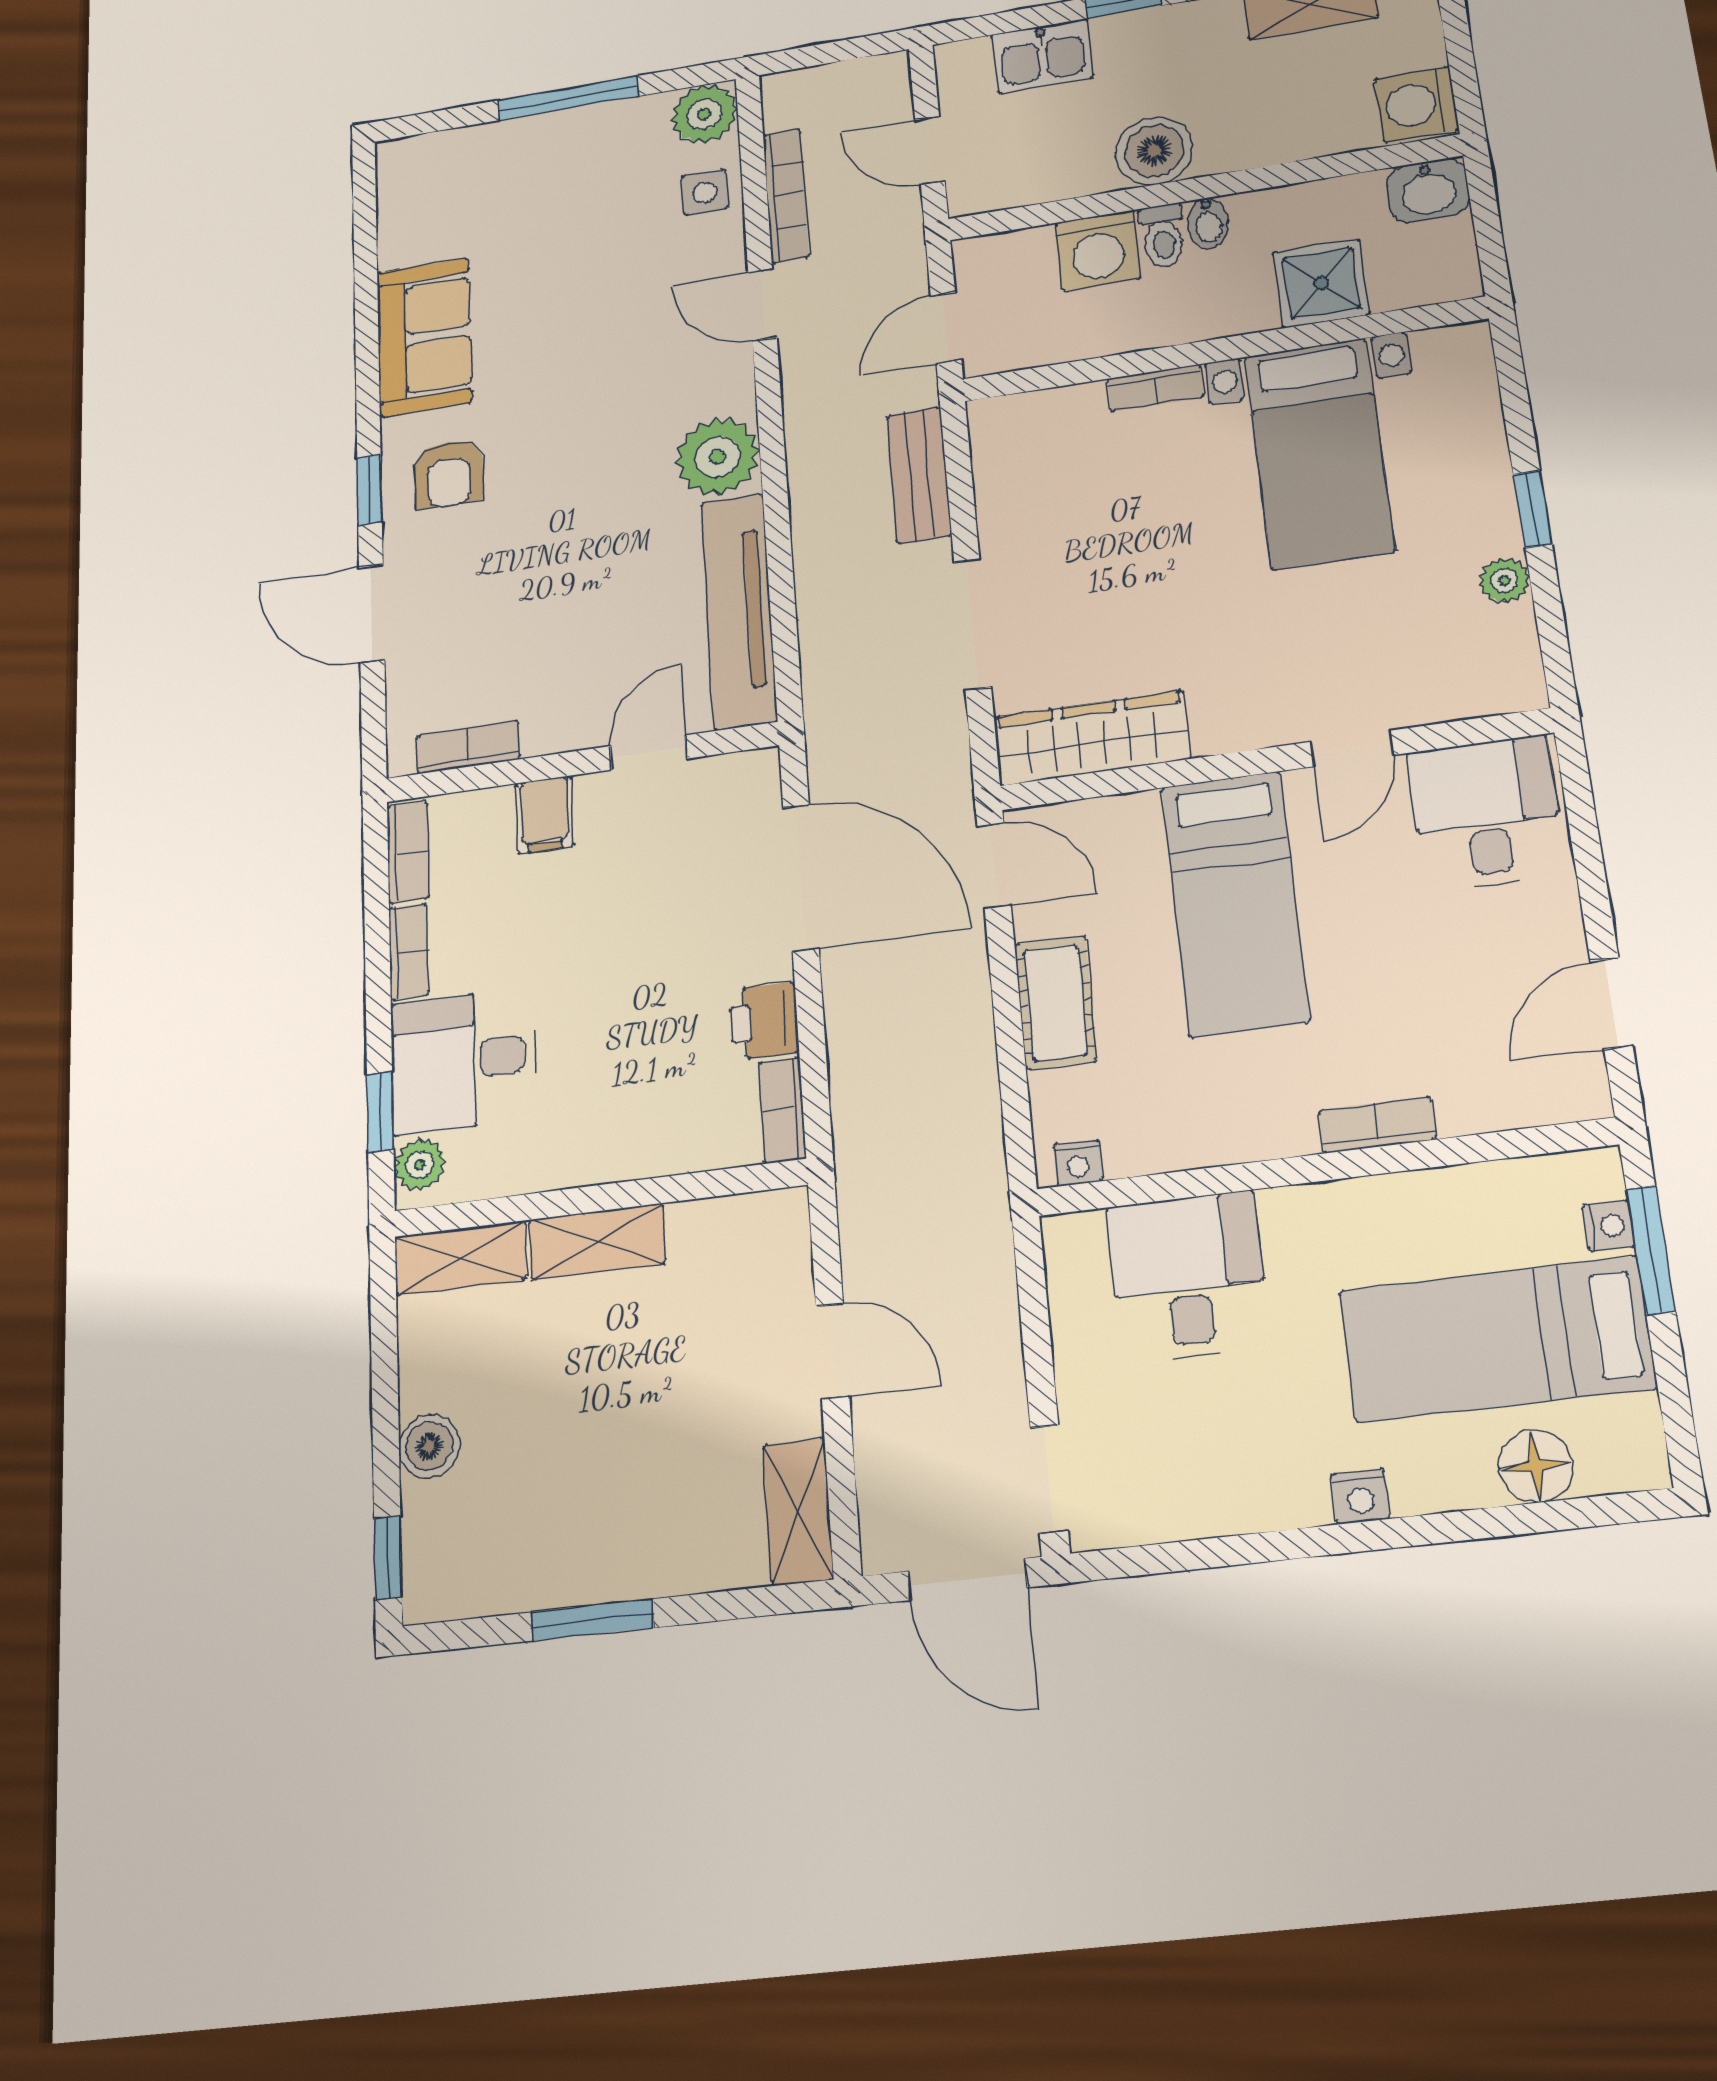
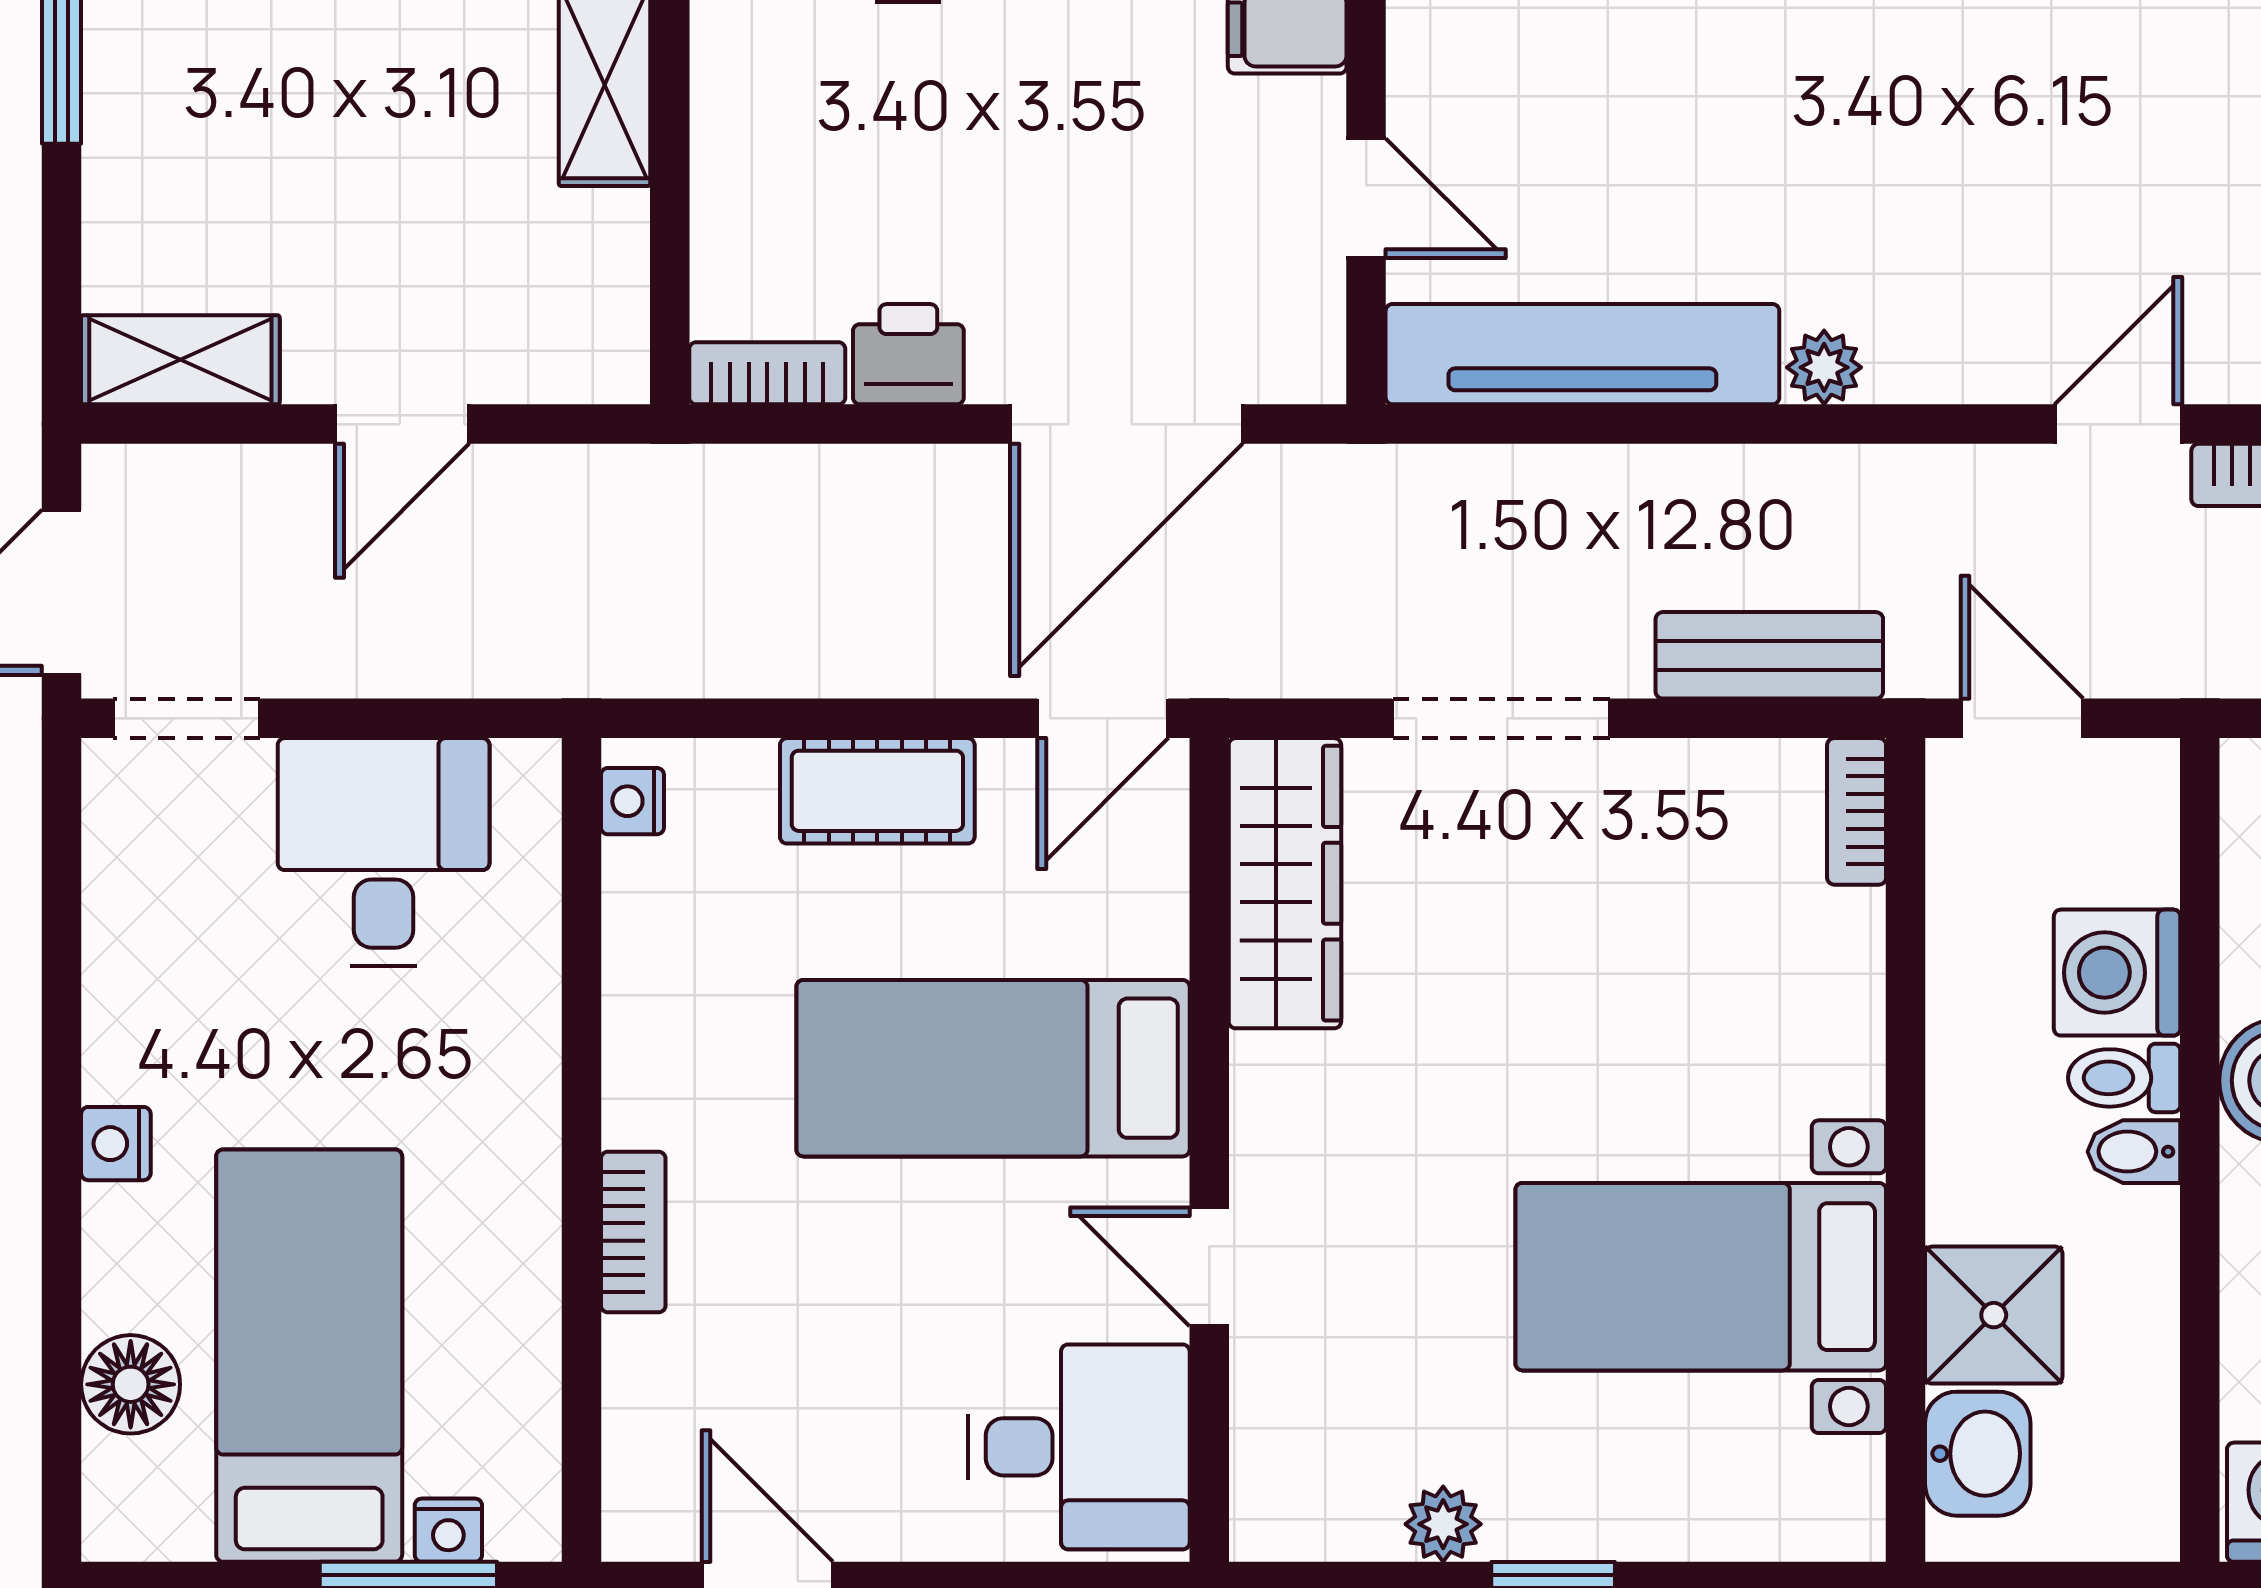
washbasin: (1428, 191) -> (1978, 1454), moved, turned 180
bookcase: (1156, 388) -> (1857, 811), moved
plant: (718, 457) -> (1824, 367), width x0.53, depth x0.53
desk: (1188, 1277) -> (384, 852), moved, turned -90

